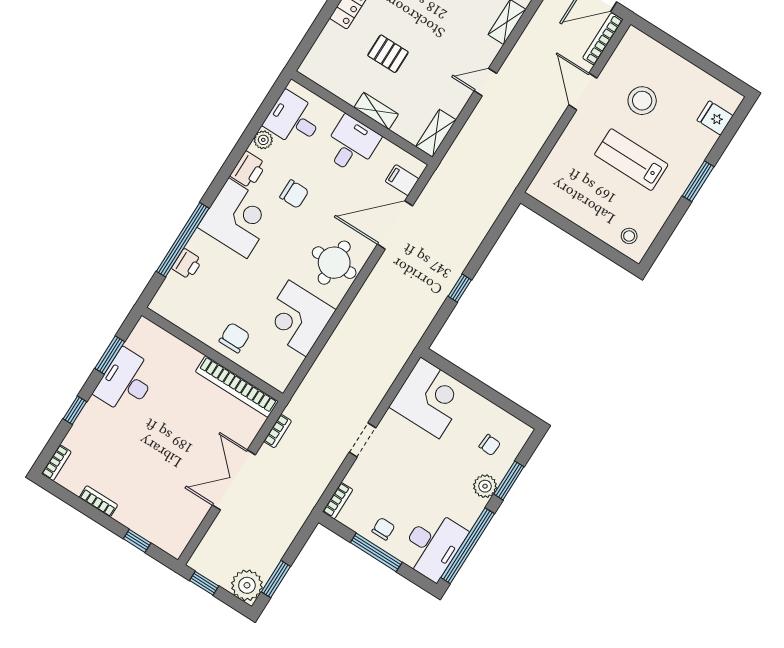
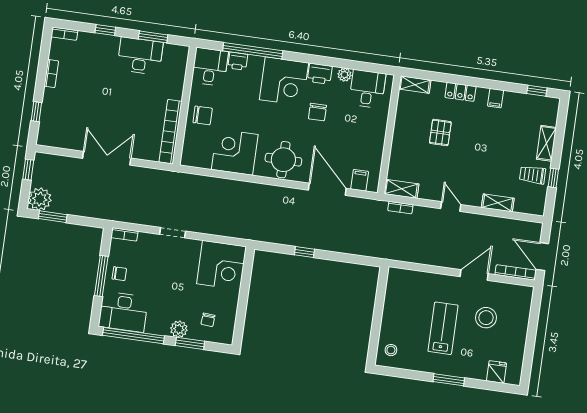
shelving: (376, 111) -> (415, 85), moved, turned 90
desk: (351, 145) -> (210, 67), moved, turned -90
bookcase: (278, 431) -> (400, 208), moved

